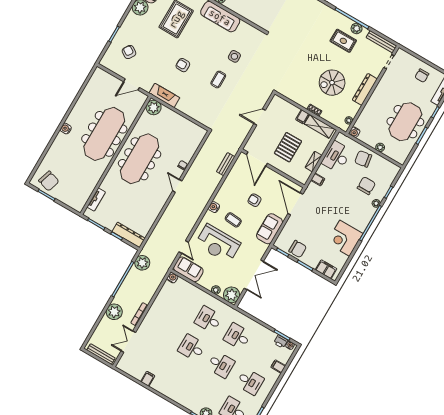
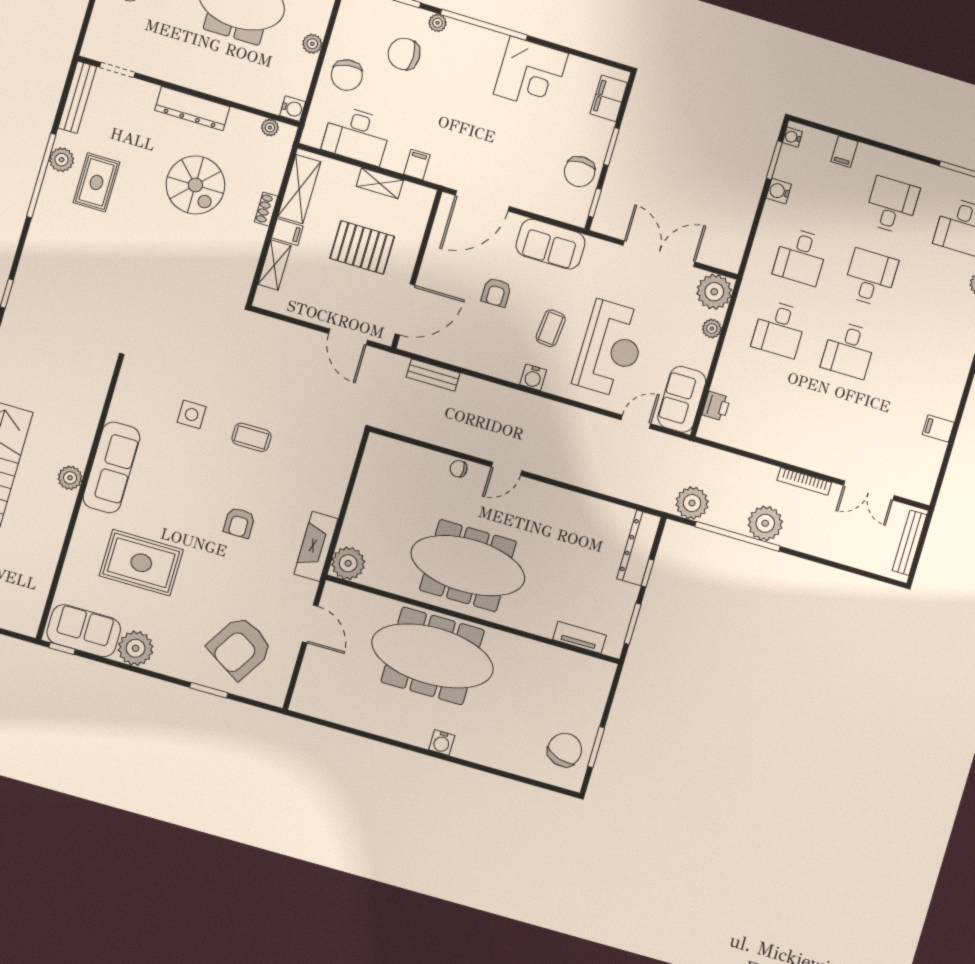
armchair: (129, 52) -> (240, 648), width x1.88, depth x1.88
shelving: (290, 108) -> (274, 265), added
door: (260, 117) -> (348, 337), moved
chair: (298, 249) -> (580, 172), turned 180
water cooler: (172, 278) -> (779, 191), moved
plant: (114, 312) -> (765, 523), moved
printer: (281, 341) -> (716, 406), moved

